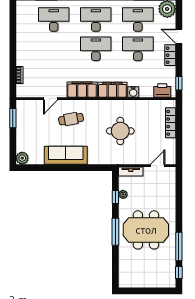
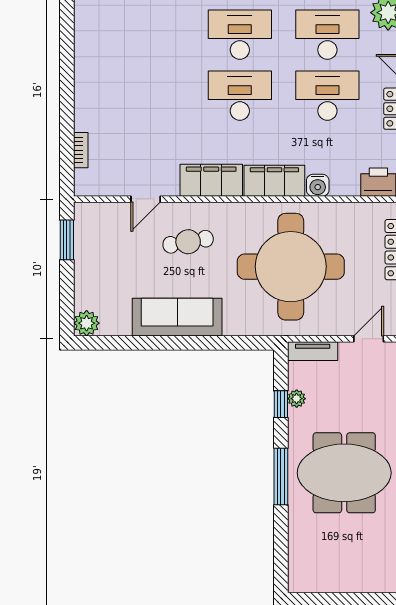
desk: (54, 20) -> (152, 35), removed
round table: (120, 131) -> (291, 267), width x1.86, depth x1.86

